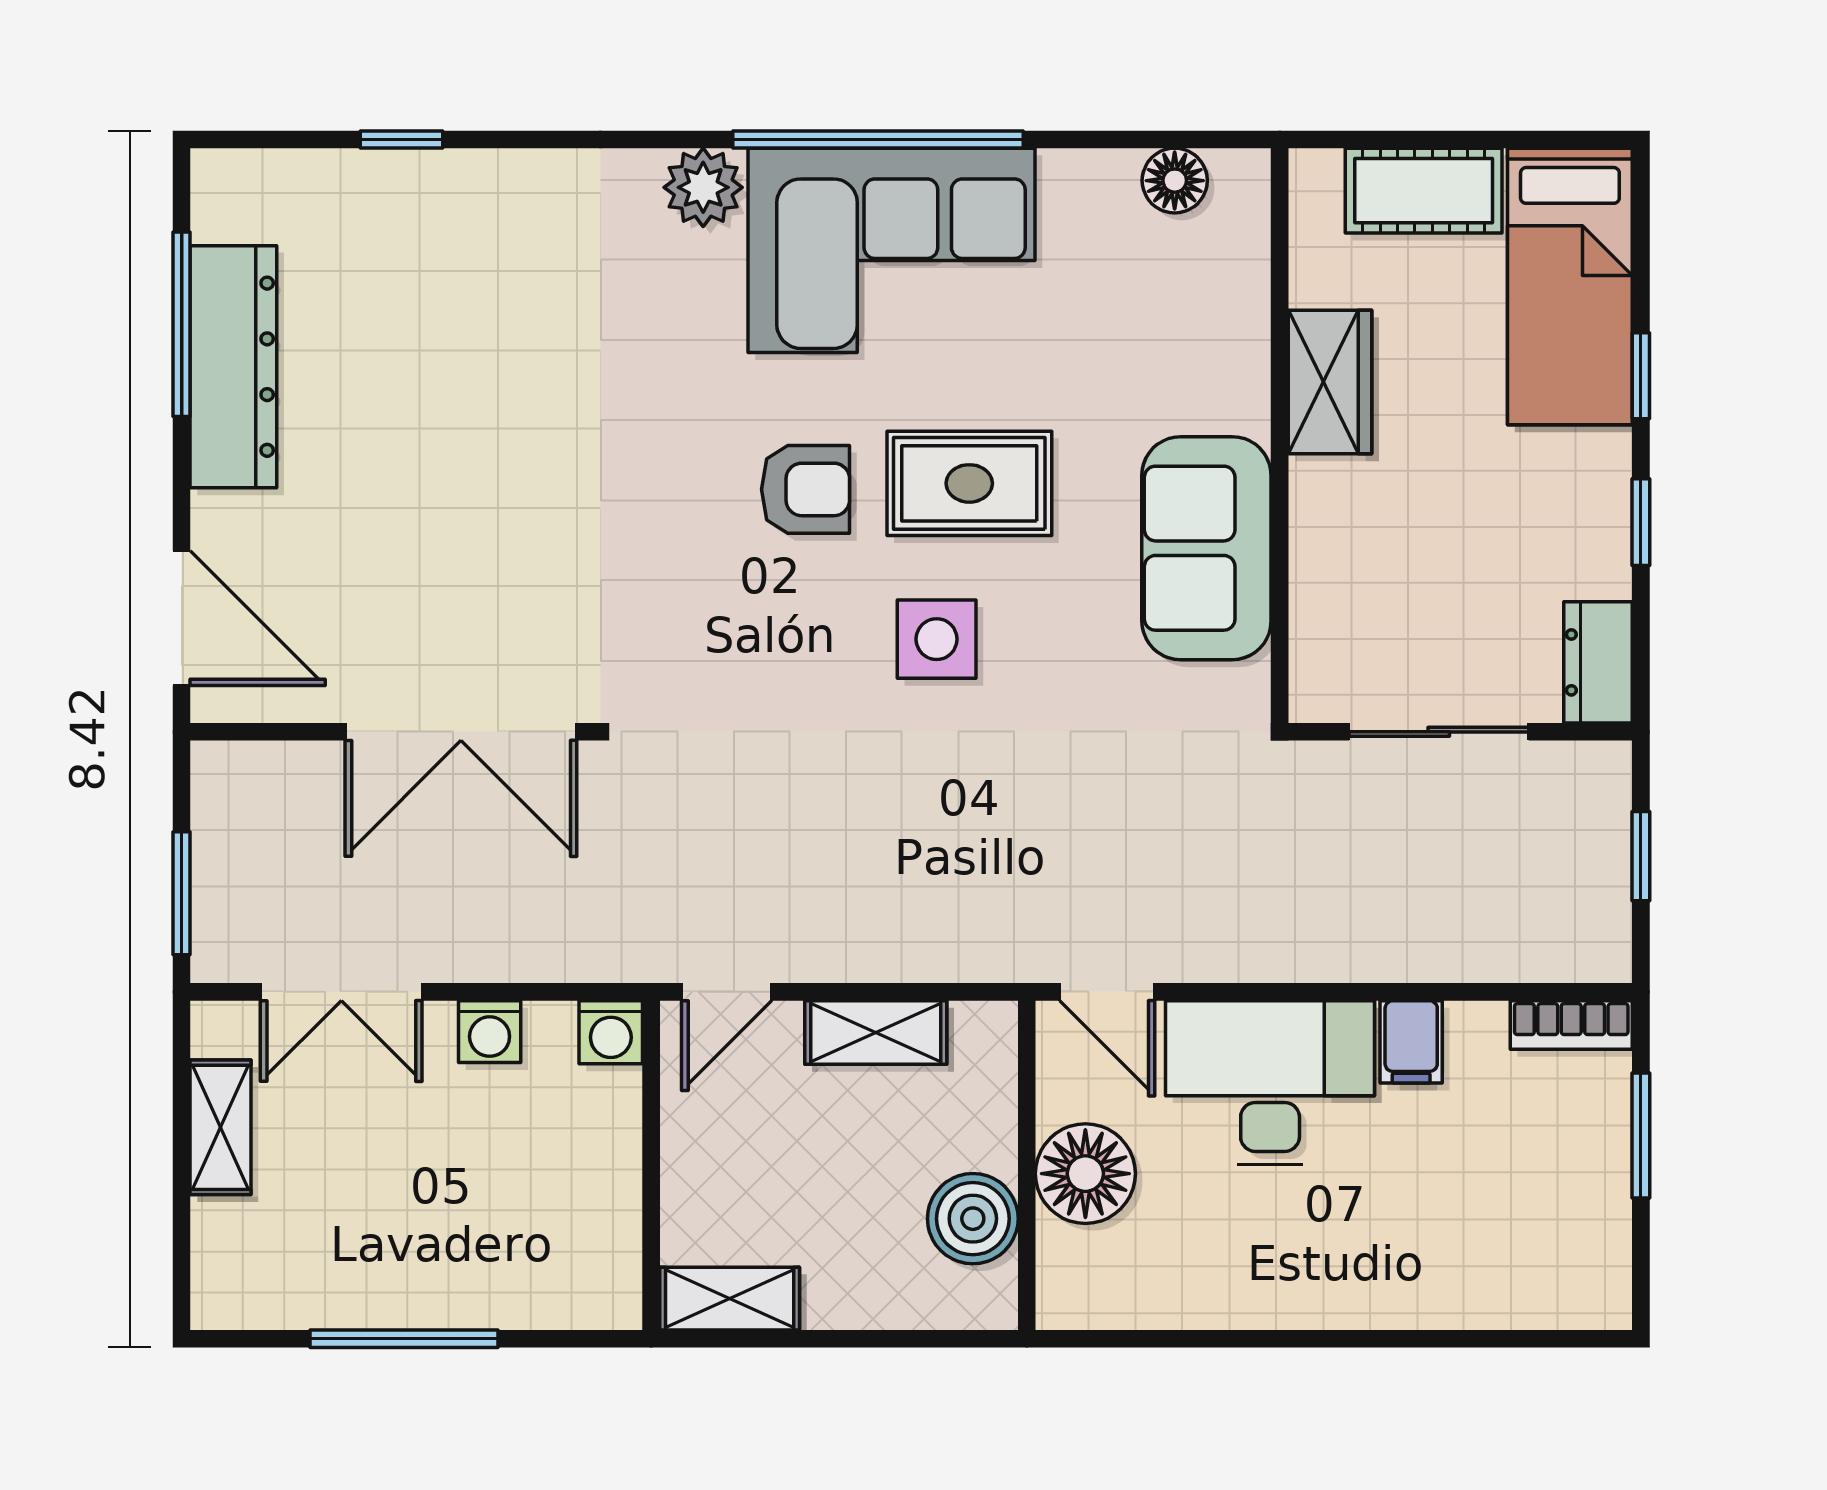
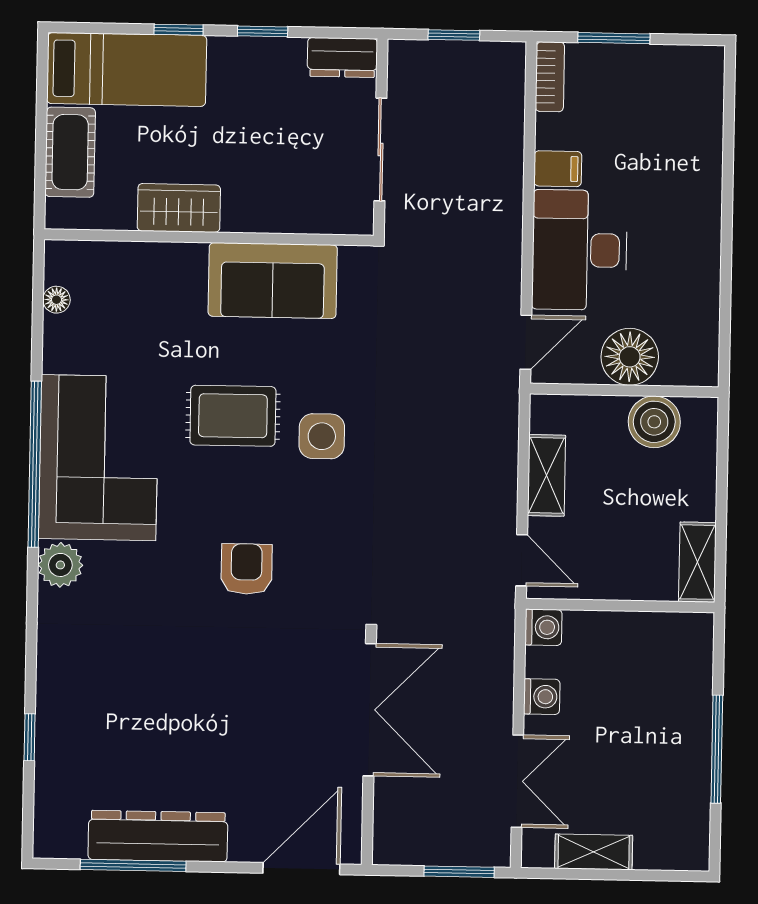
floor lamp: (1175, 181) -> (57, 300), width x0.73, depth x0.73
rug: (969, 483) -> (233, 416), turned 90
armchair: (806, 489) -> (247, 569), moved

